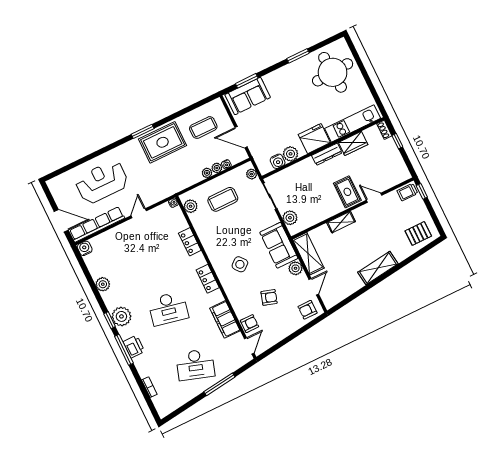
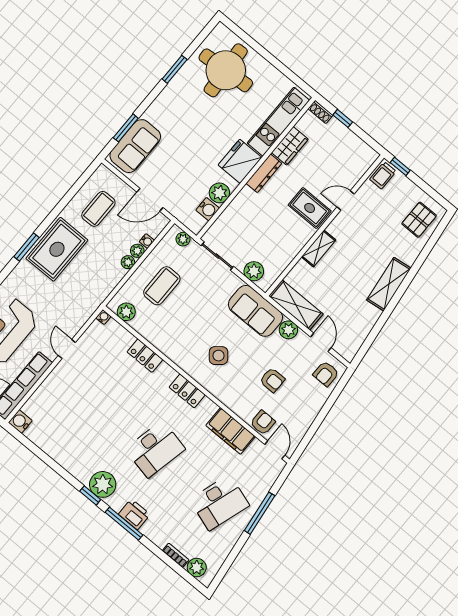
plant: (103, 284) -> (197, 567), moved
armchair: (269, 297) -> (272, 380), turned 73

